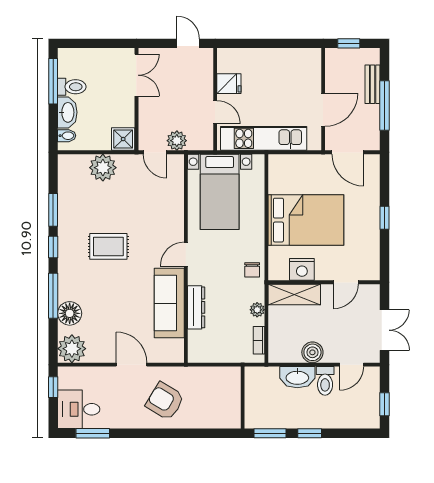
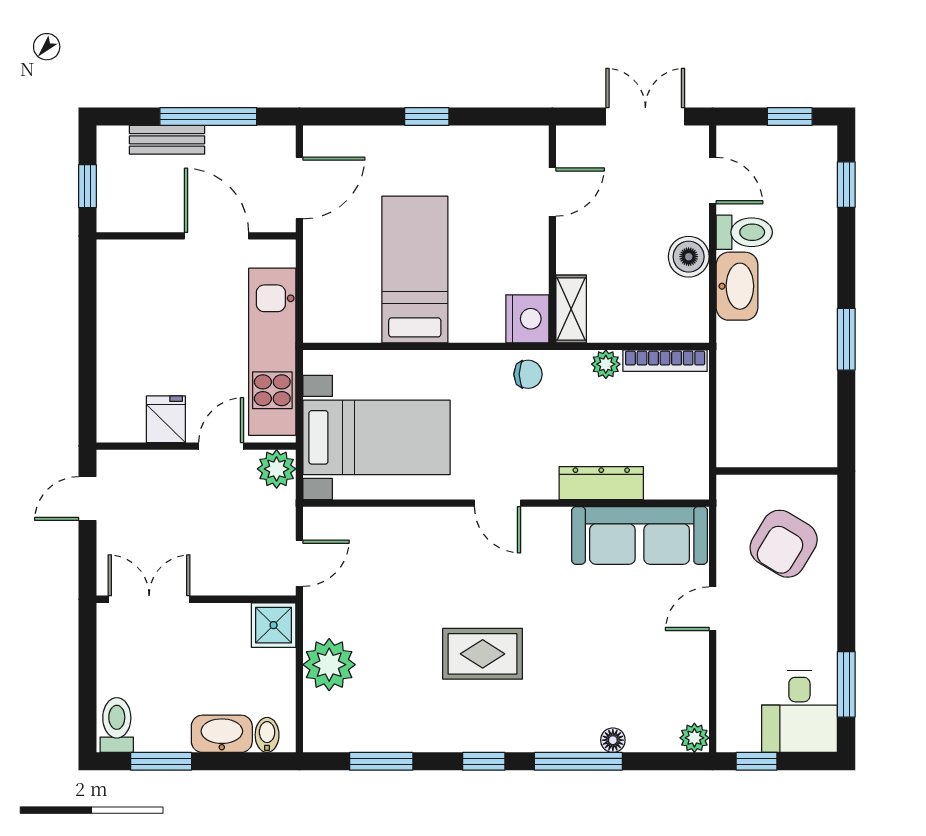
window: (53, 81) -> (161, 761), width x0.69
toilet: (72, 87) -> (117, 725), moved
plant: (177, 141) -> (277, 469), moved
window: (53, 210) -> (381, 761), moved
bed: (306, 220) -> (415, 269), width x0.67
rug: (108, 246) -> (483, 654), turned 90
nightstand: (302, 269) -> (527, 319), moved
door: (346, 282) -> (552, 192), hinge flipped
shelving: (294, 295) -> (571, 309), width x0.67, depth x0.75
sofa: (169, 303) -> (640, 535), moved
floor lamp: (70, 313) -> (613, 740), width x0.53, depth x0.53
bookcase: (259, 340) -> (665, 361), width x1.56
plant: (72, 349) -> (694, 738), width x0.53, depth x0.53
door: (132, 365) -> (713, 609), width x0.73
wall: (243, 398) -> (777, 471), moved
window: (310, 433) -> (846, 185), moved

